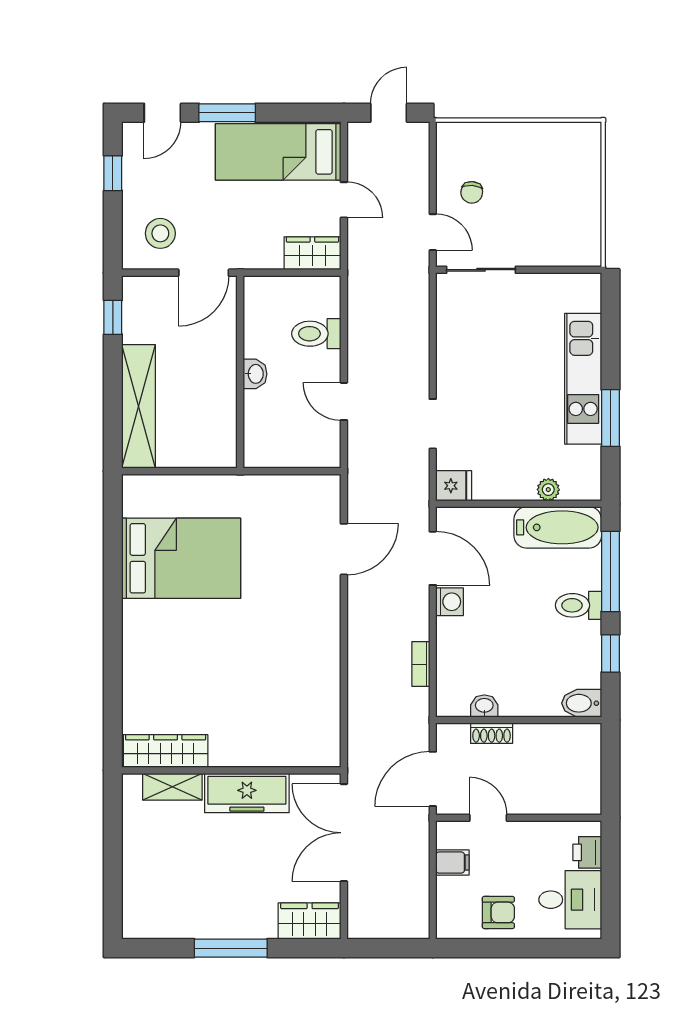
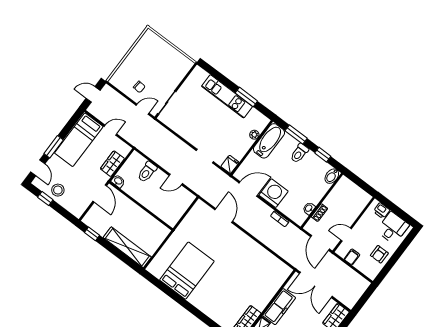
door: (389, 113) -> (93, 94), hinge flipped
stool: (160, 233) -> (58, 190), moved
wardrobe: (312, 253) -> (112, 164), moved
washbasin: (255, 374) -> (118, 181), moved
window: (610, 571) -> (296, 135), width x0.69
washing machine: (449, 602) -> (274, 193), width x1.89, depth x1.89
armchair: (498, 912) -> (379, 254), turned 180

